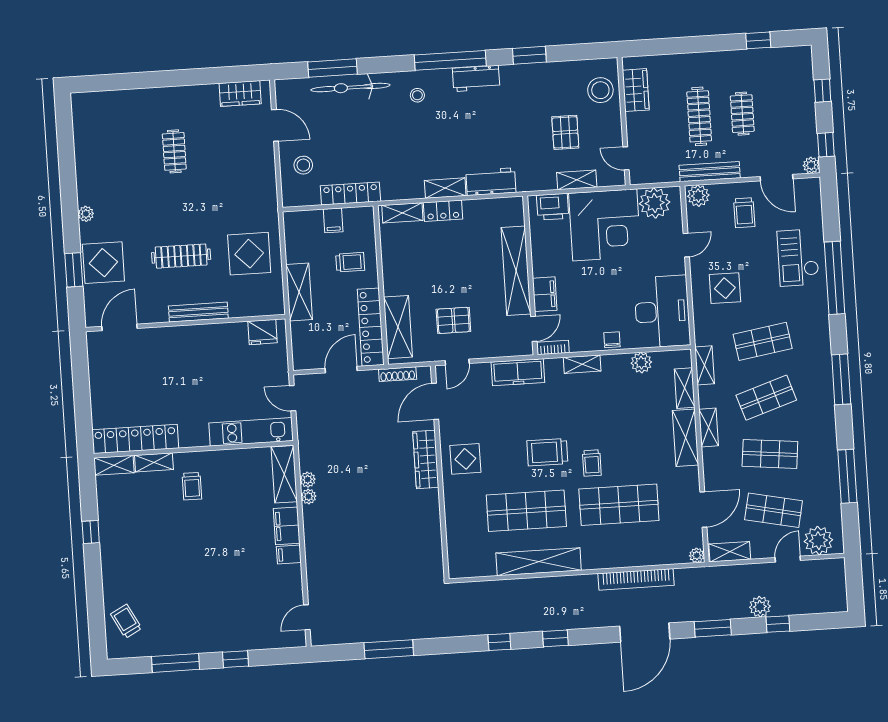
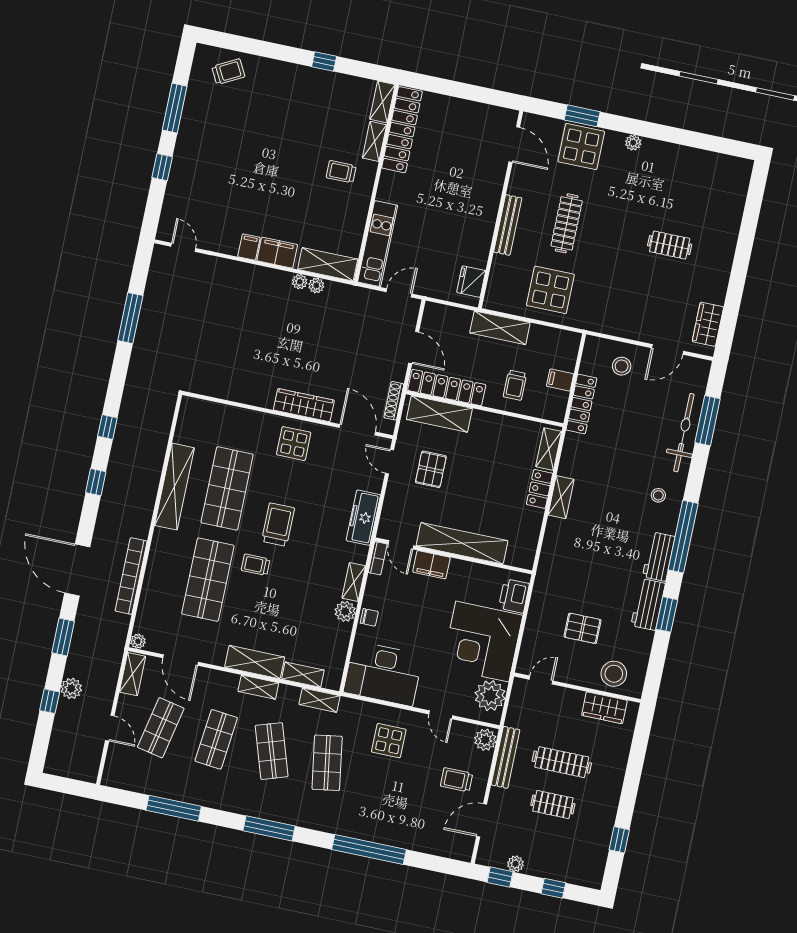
plant: (811, 165) -> (515, 864), moved
shelving: (577, 180) -> (533, 627), removed
workbench: (491, 182) -> (648, 604), moved, turned 180
checkout: (798, 258) -> (398, 820), removed
plant: (641, 363) -> (345, 611), moved
plant: (818, 541) -> (119, 763), removed

